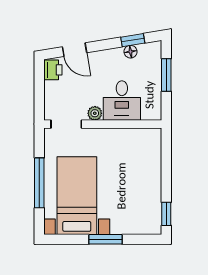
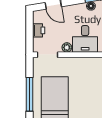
printer: (53, 70) -> (39, 30), moved

